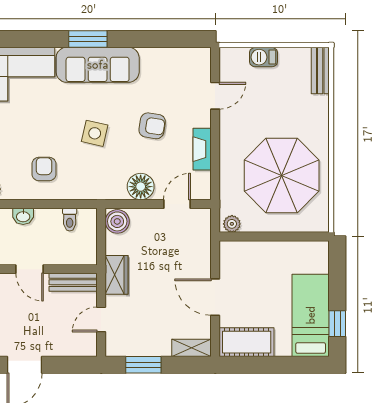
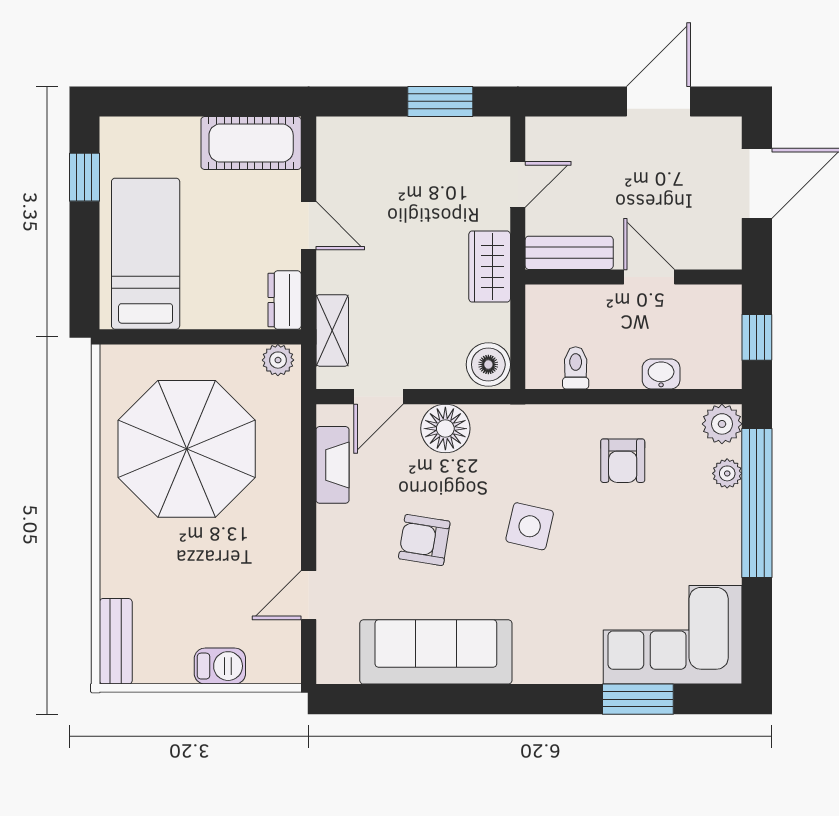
window: (88, 39) -> (638, 699), moved
sofa: (98, 65) -> (436, 652), moved
fireplace: (202, 149) -> (333, 465), moved
dresser: (228, 257) -> (285, 300), added
door: (215, 297) -> (309, 226), width x0.73
bed: (311, 315) -> (146, 254), moved, turned 180
shelving: (192, 348) -> (332, 330), moved, turned 90

